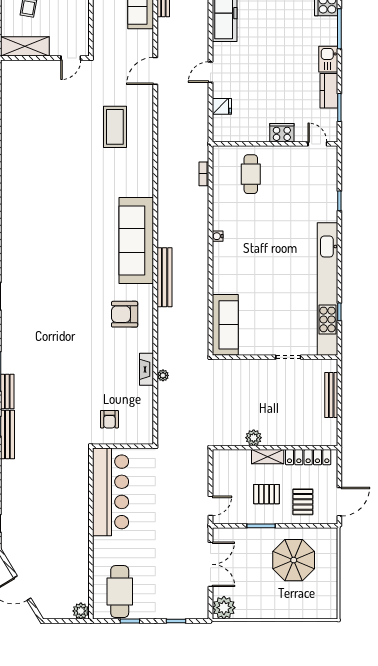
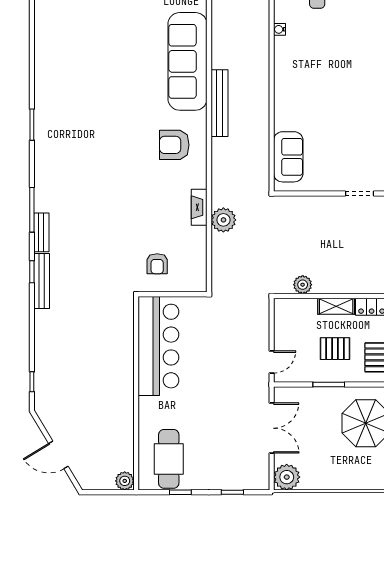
water cooler: (218, 236) -> (280, 29), moved
sofa: (225, 325) -> (288, 157), width x0.73
plant: (163, 375) -> (223, 220), width x1.88, depth x1.88
plant: (254, 438) -> (303, 285), moved

